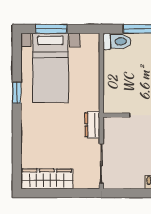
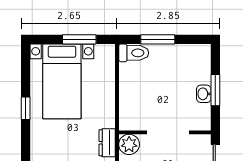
window: (51, 29) -> (79, 39), moved
plant: (113, 126) -> (129, 144), added

